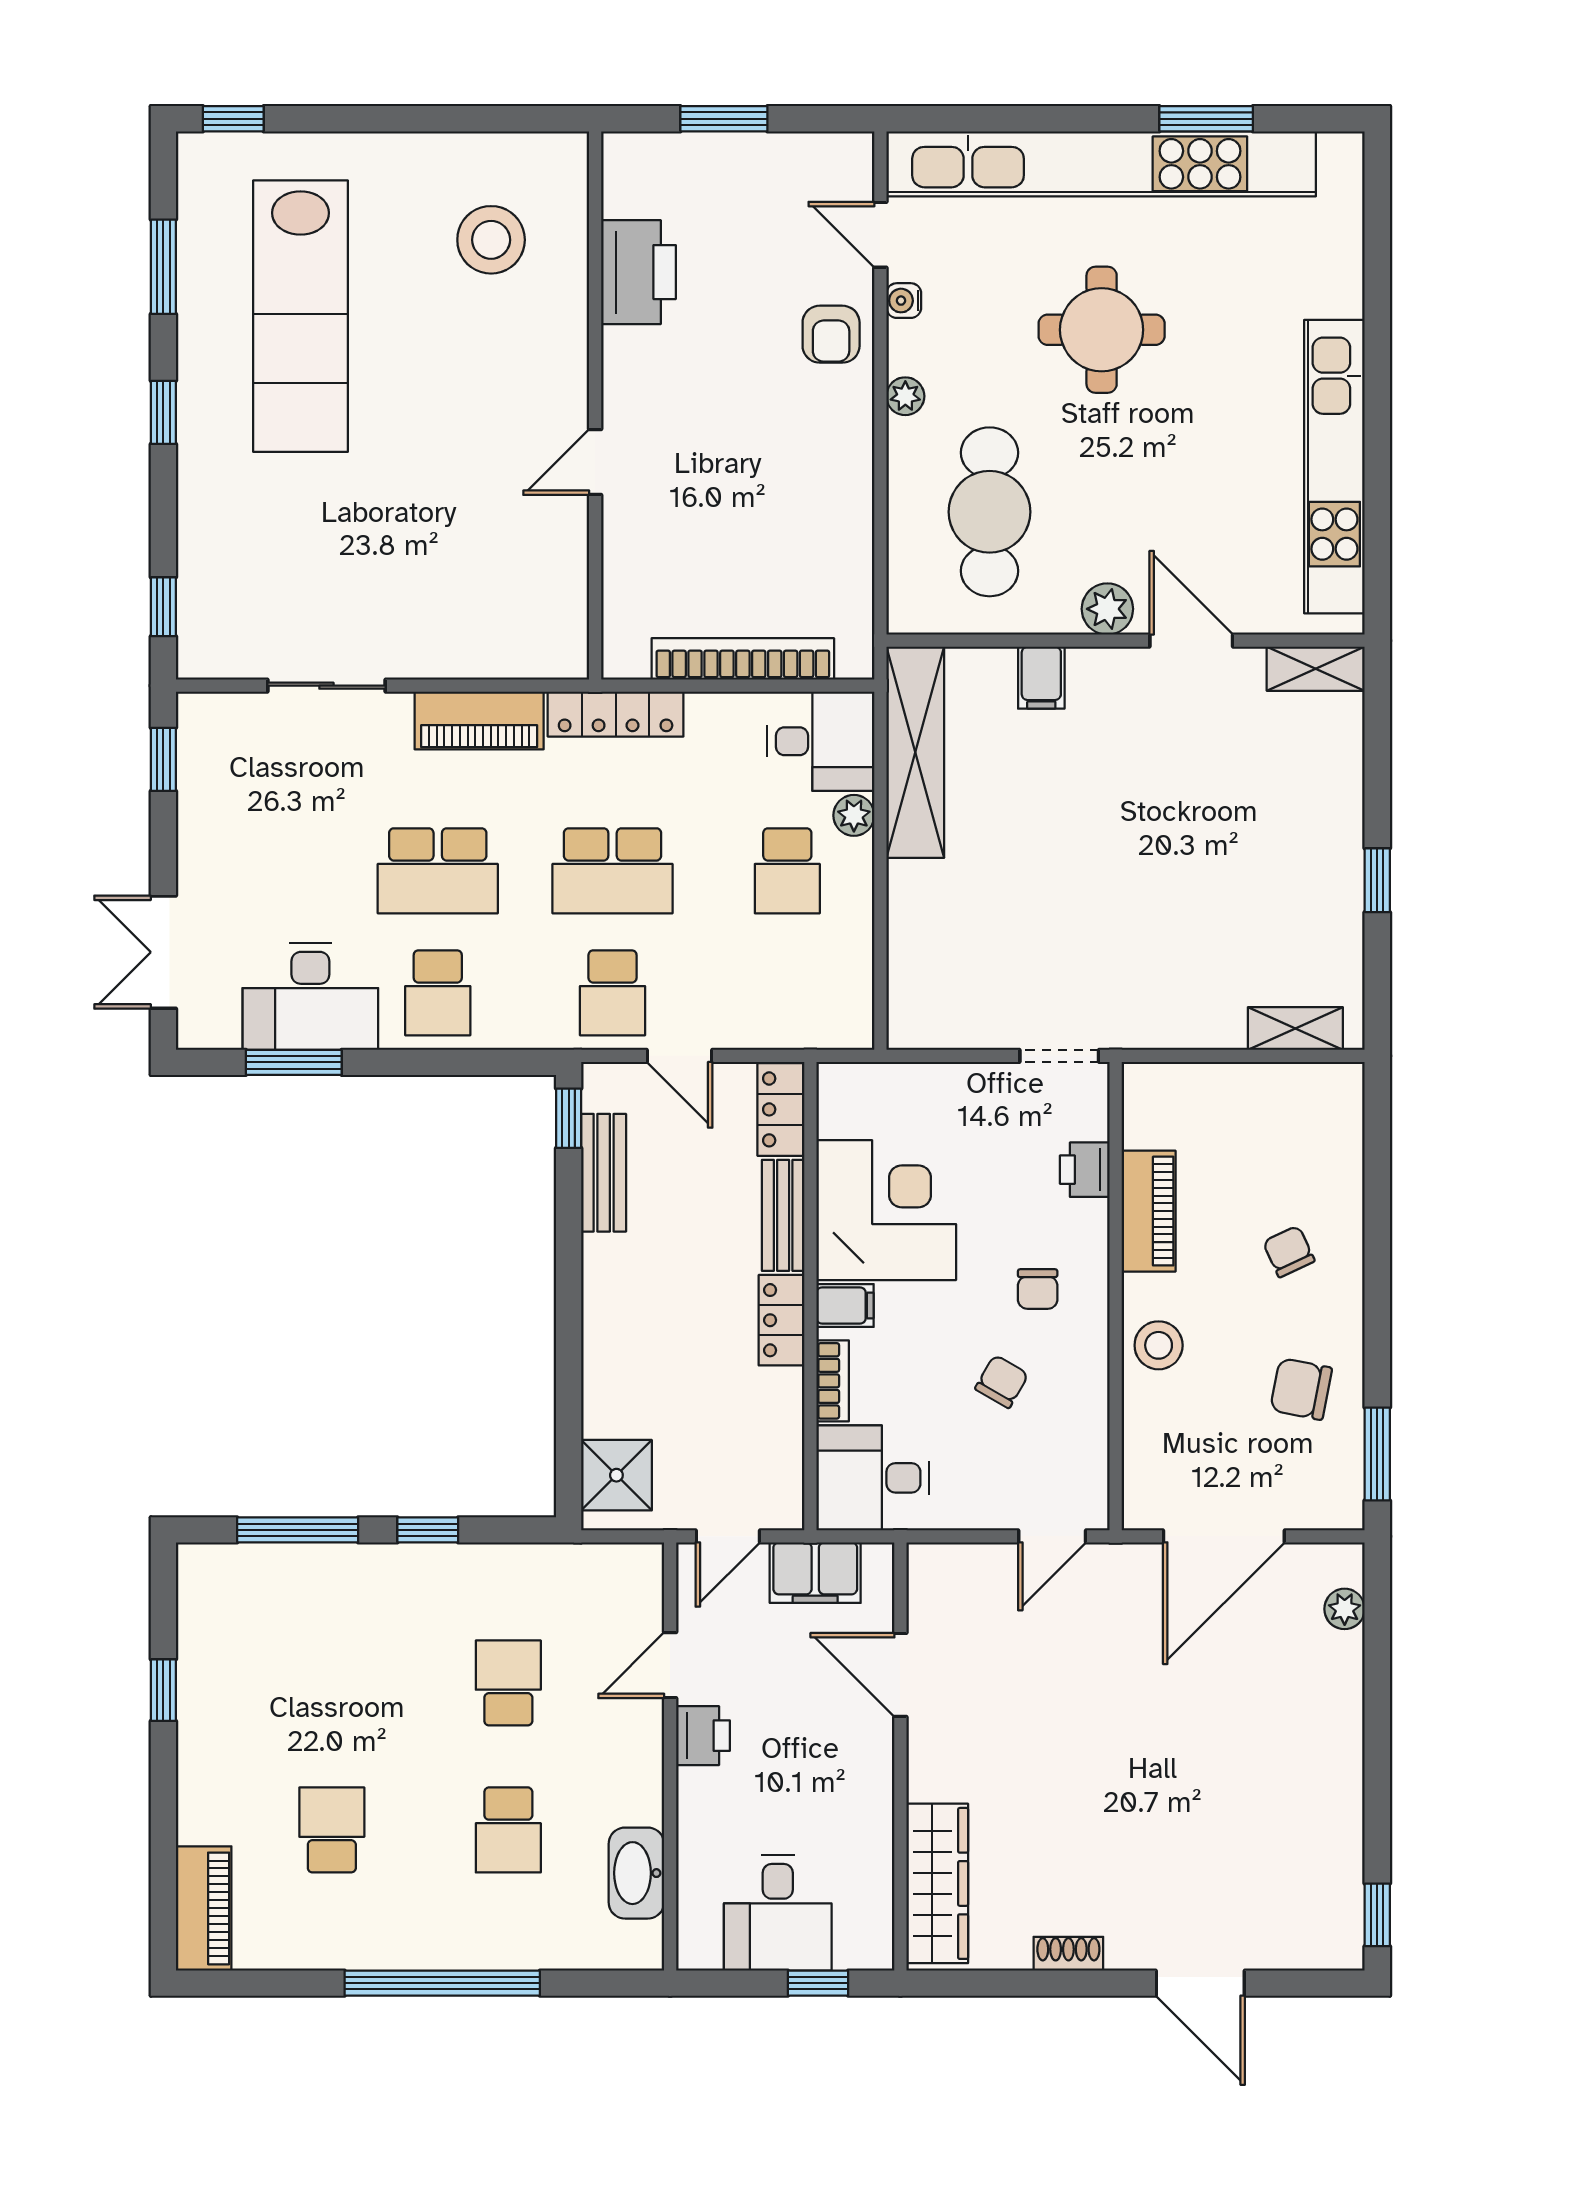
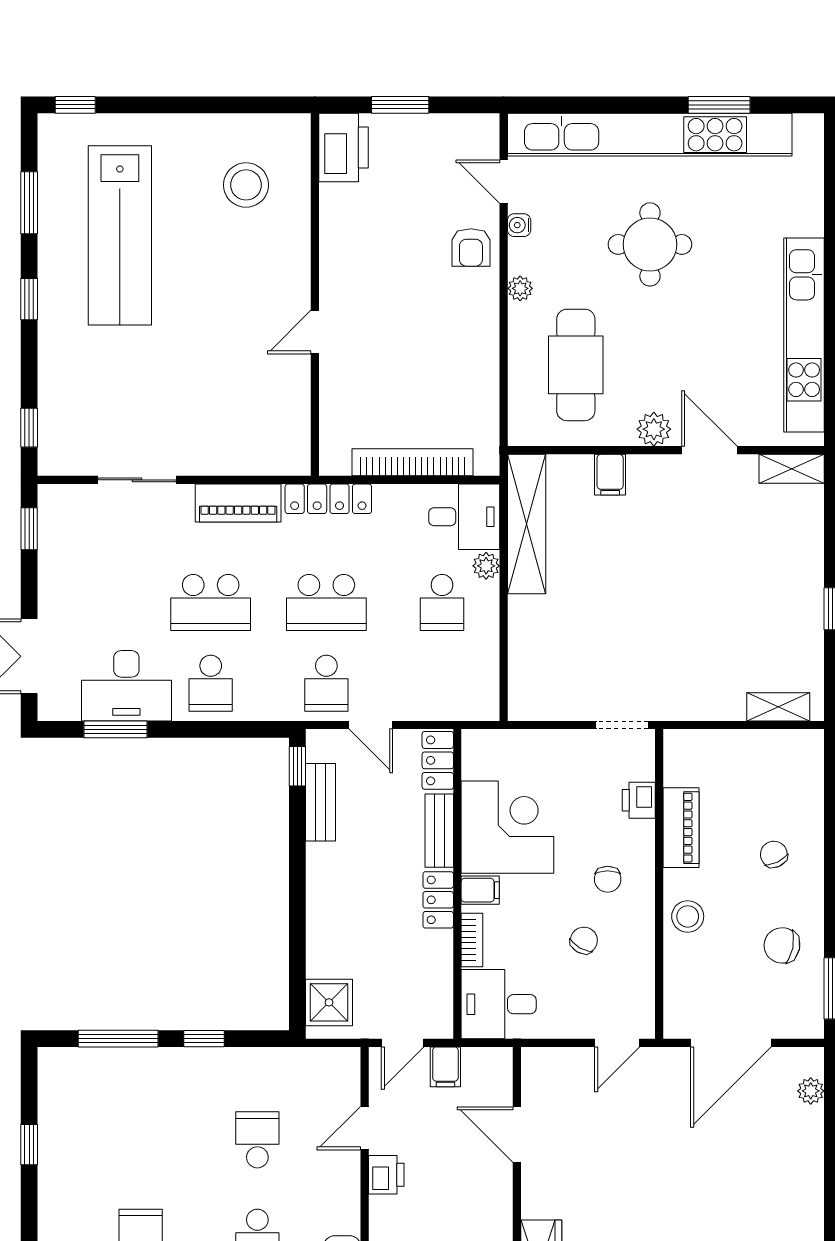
printer: (638, 272) -> (344, 147), moved
filing cabinet: (815, 1573) -> (445, 1067), width x0.50

